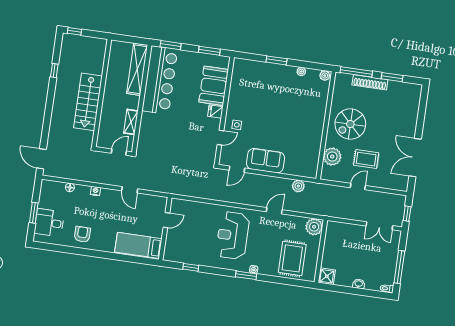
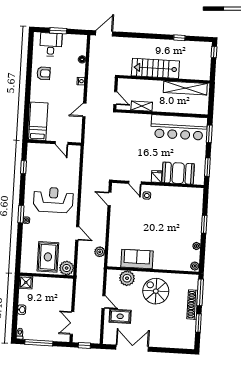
shelving: (137, 69) -> (185, 88), moved
rug: (366, 159) -> (120, 316), moved, turned 90
sofa: (265, 161) -> (137, 259), moved, turned -90
rug: (292, 258) -> (48, 257), moved, turned 90

